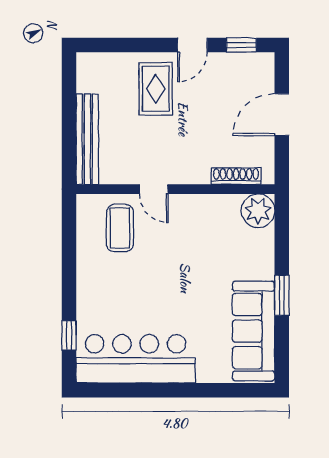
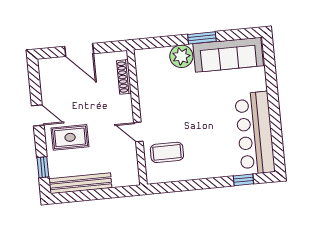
window: (241, 45) -> (43, 167), moved
bench: (87, 139) -> (80, 183), moved
door: (154, 189) -> (138, 132), swing flipped
plant: (258, 211) -> (181, 56), moved

